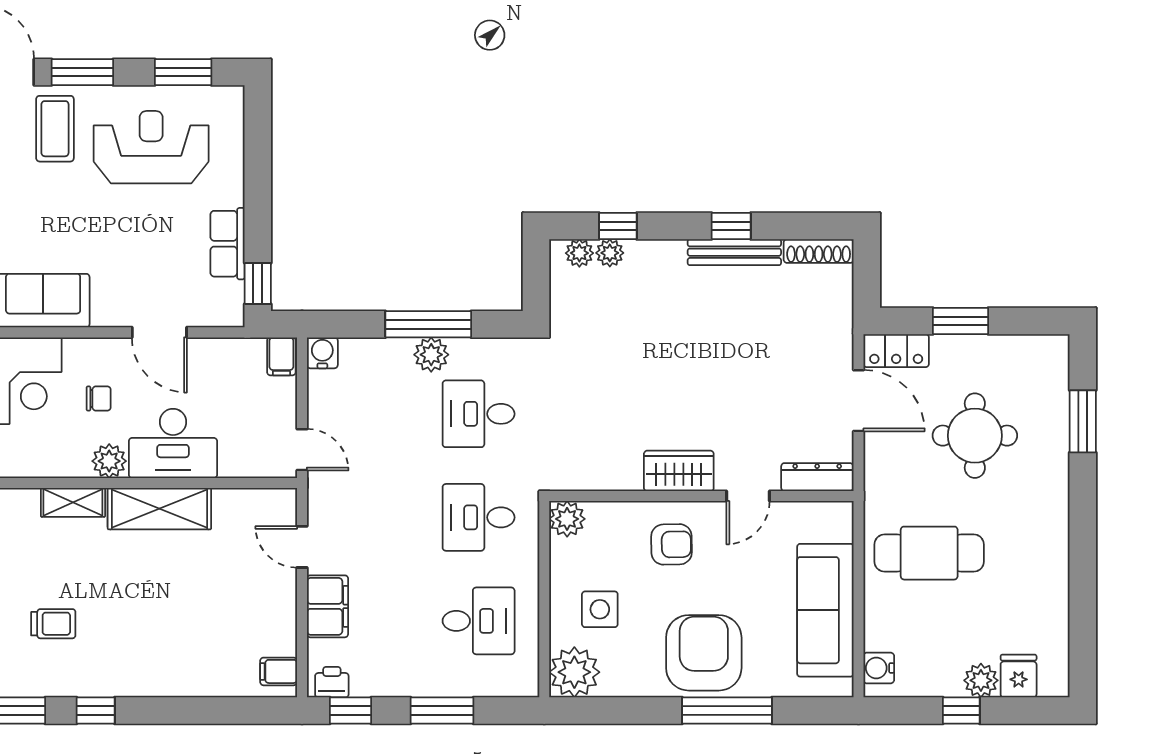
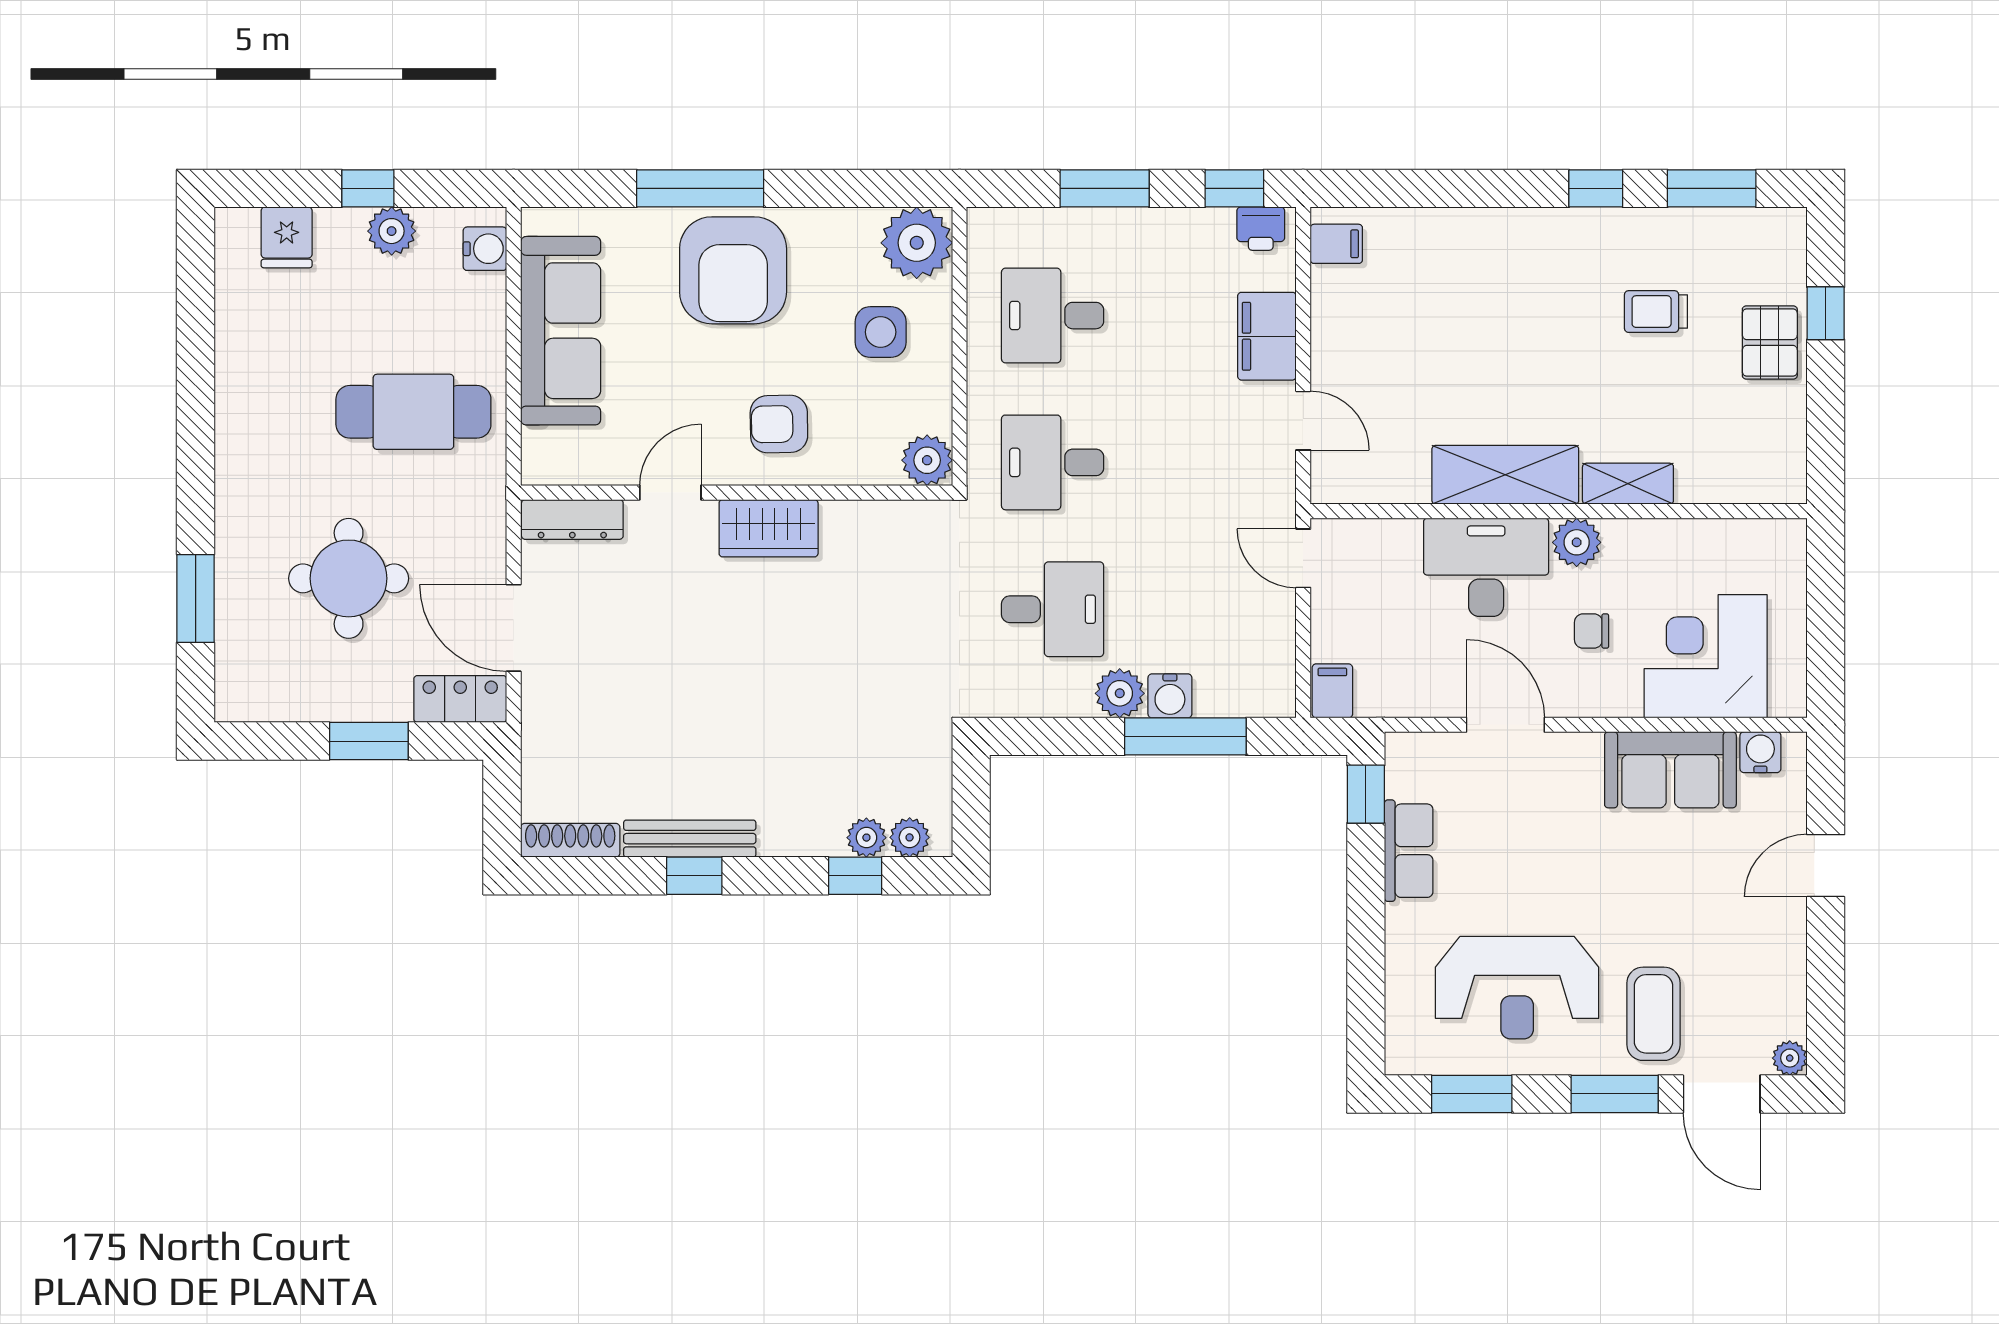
window: (428, 324) -> (1185, 736), moved
water cooler: (322, 353) -> (1170, 696), moved
desk: (479, 517) -> (1053, 462), turned 180
plant: (981, 680) -> (392, 231), moved

